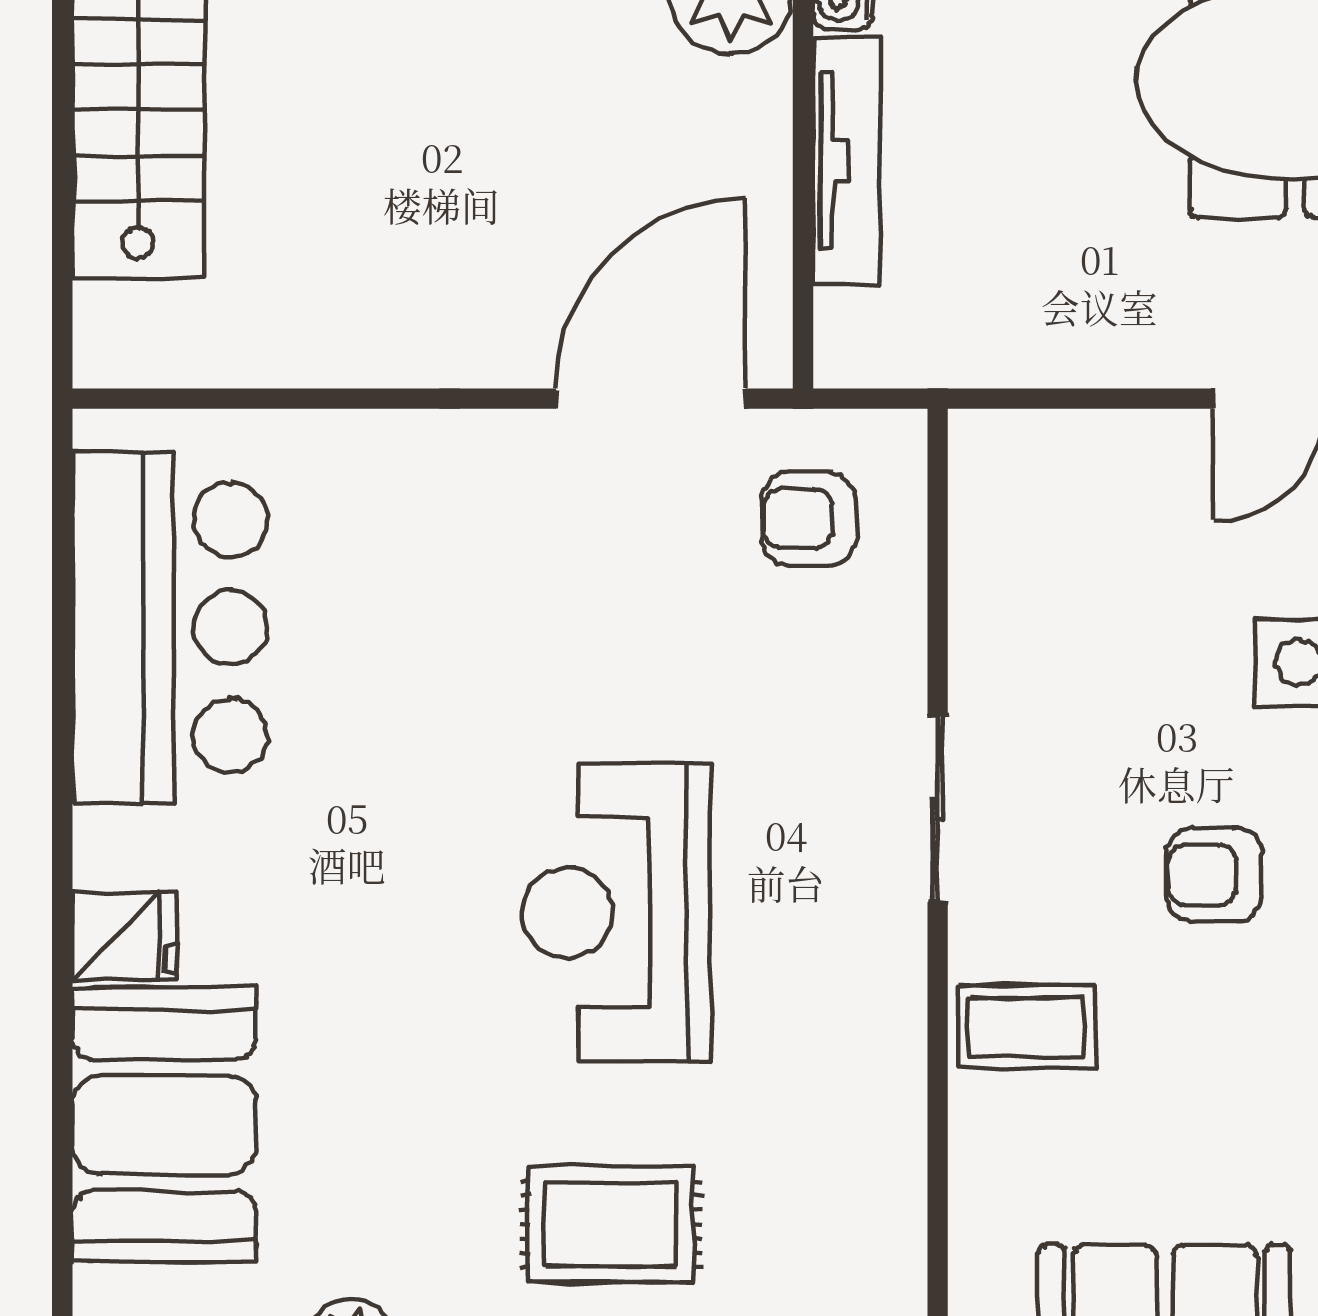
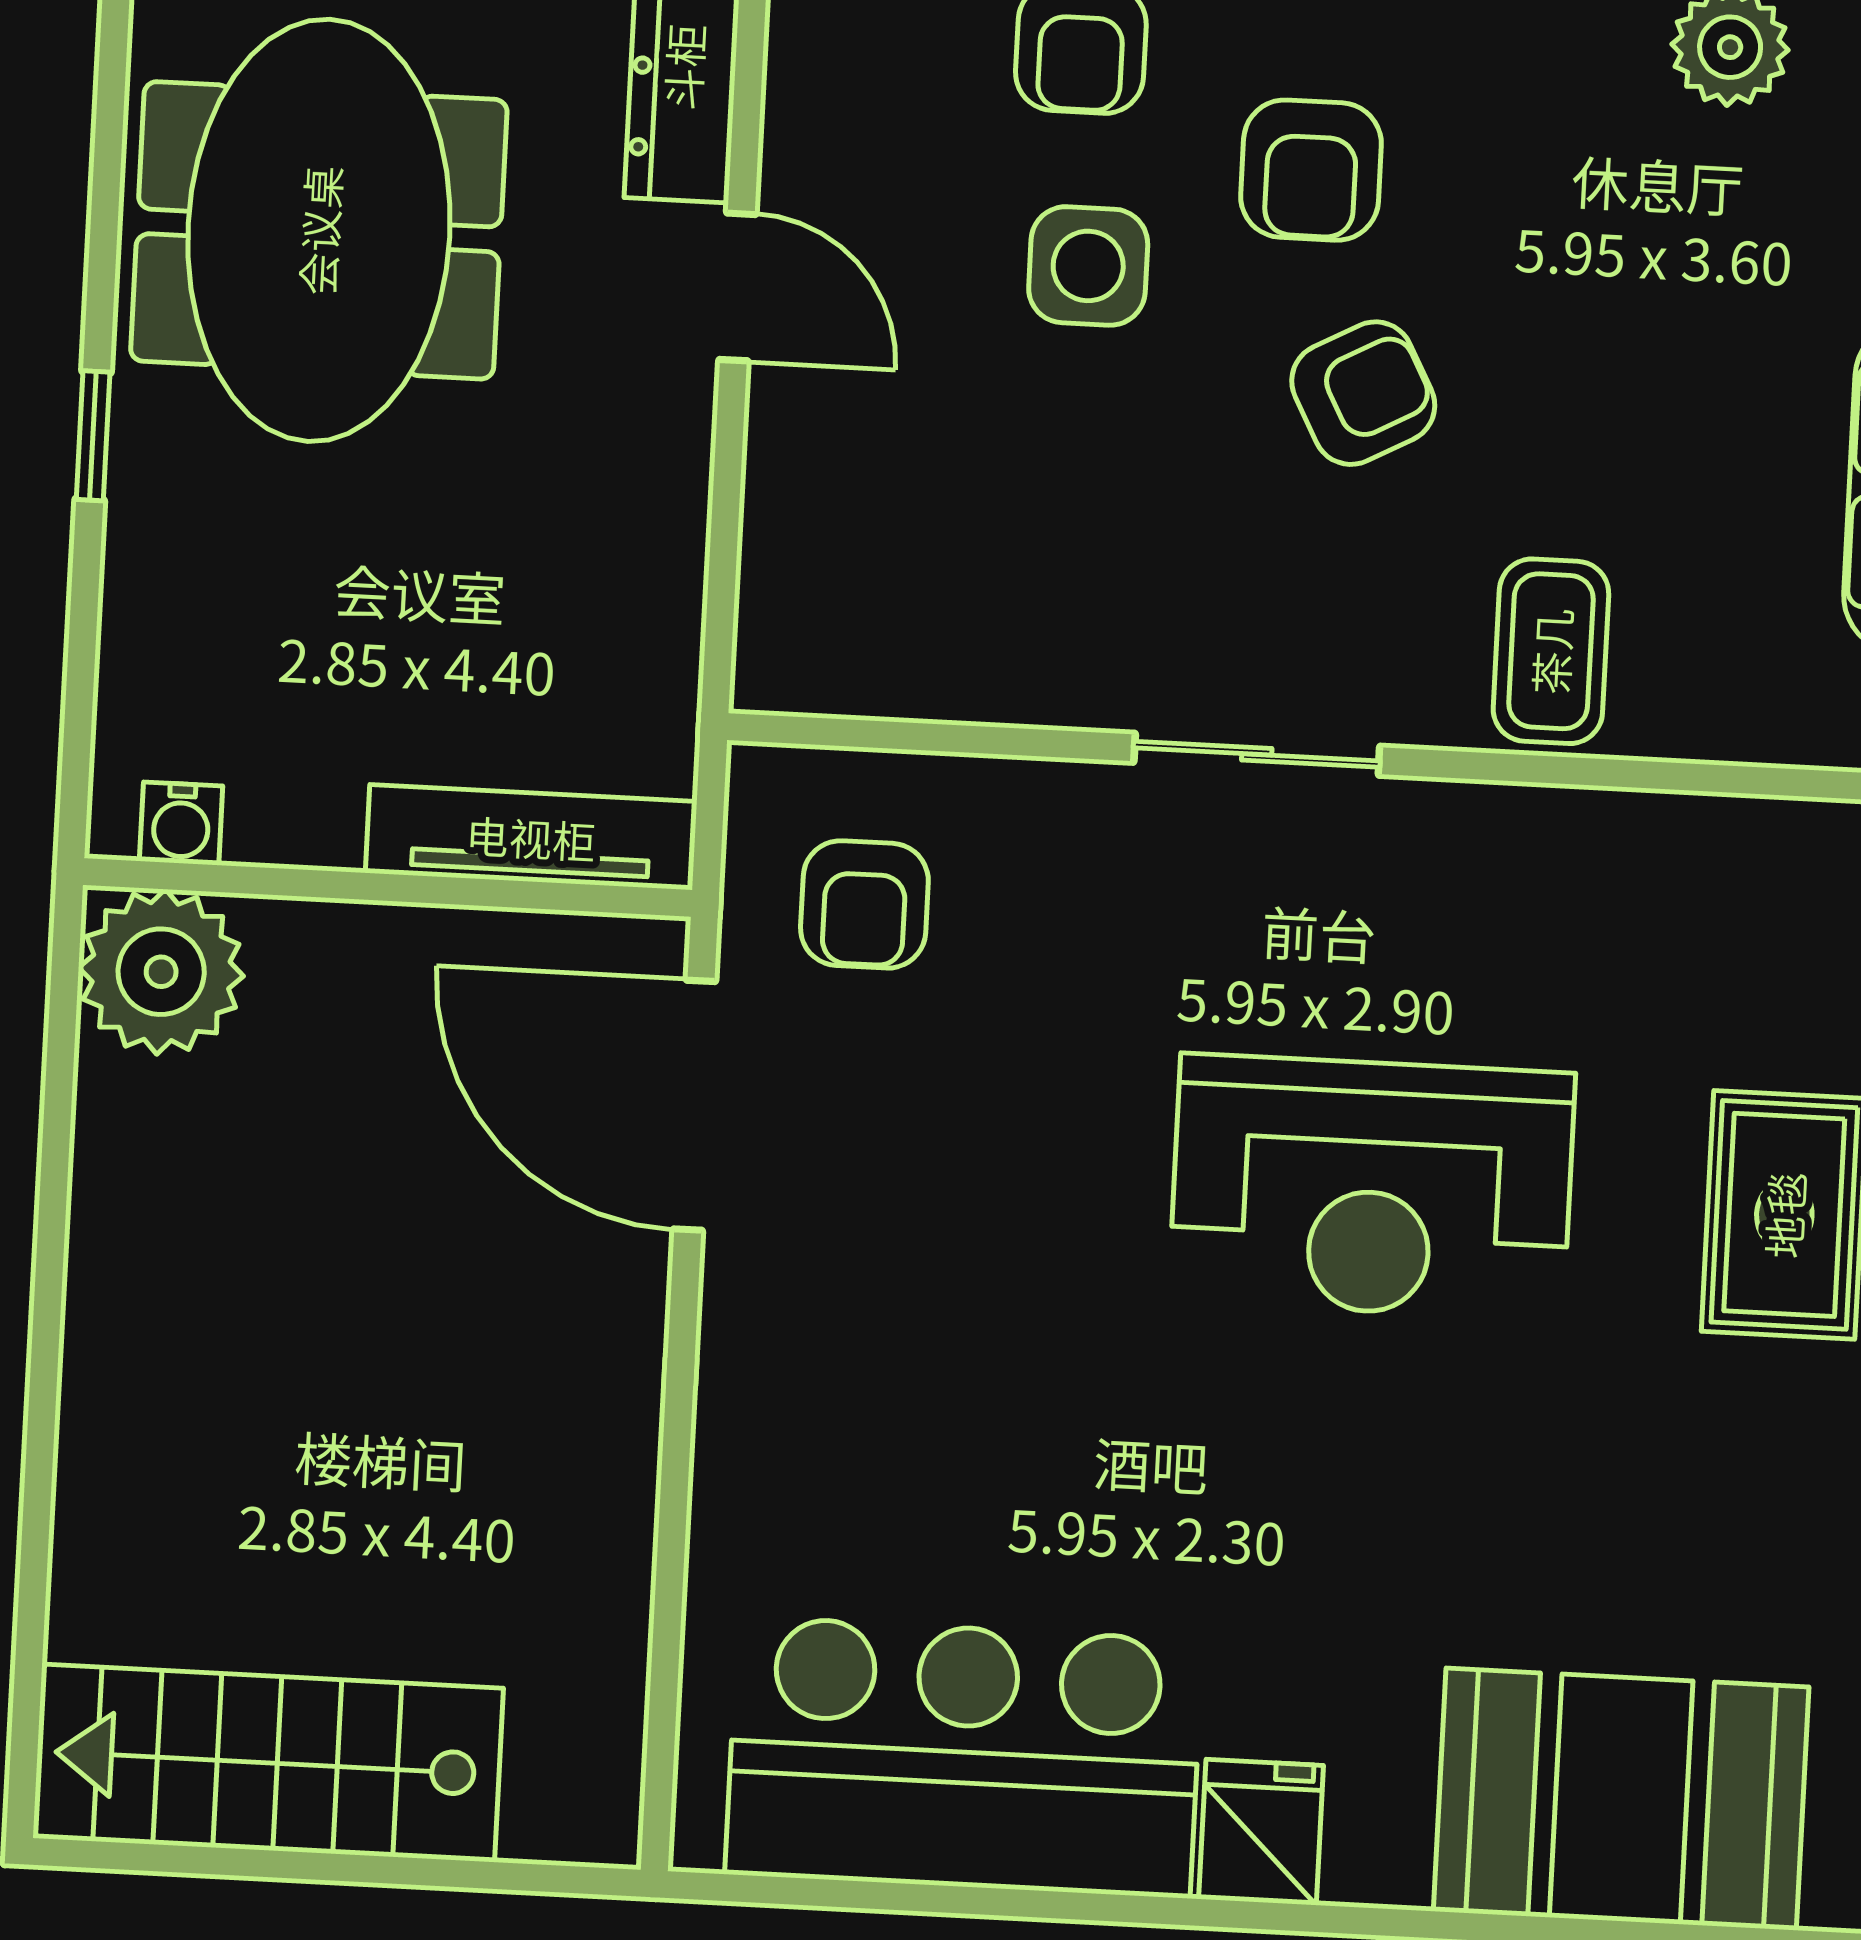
tv unit: (847, 161) -> (531, 837), moved
armchair: (1214, 875) -> (1363, 393), turned -118
fridge: (125, 936) -> (1261, 1832), moved

